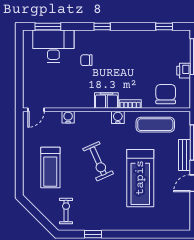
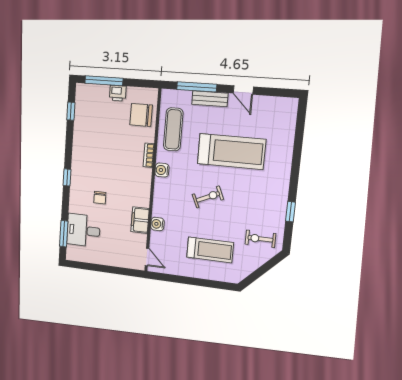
desk: (53, 46) -> (83, 230), width x0.73
filing cabinet: (106, 100) -> (140, 220), moved
exercise bike: (98, 161) -> (208, 197), width x0.73, depth x0.72

